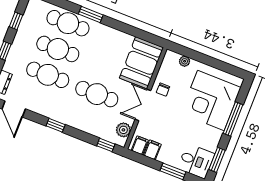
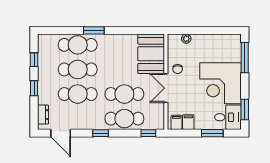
corner desk: (211, 101) -> (221, 83), moved
window: (233, 119) -> (245, 58), moved
cafe table: (87, 120) -> (124, 119), added
plant: (123, 130) -> (158, 115), removed

